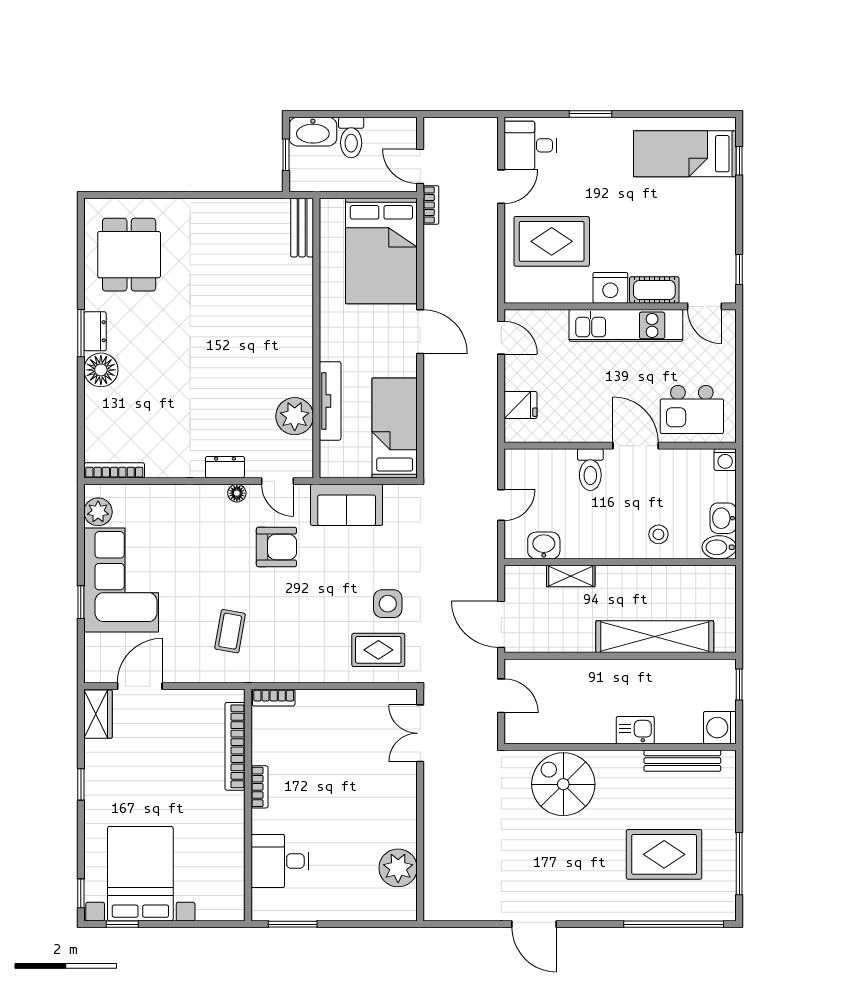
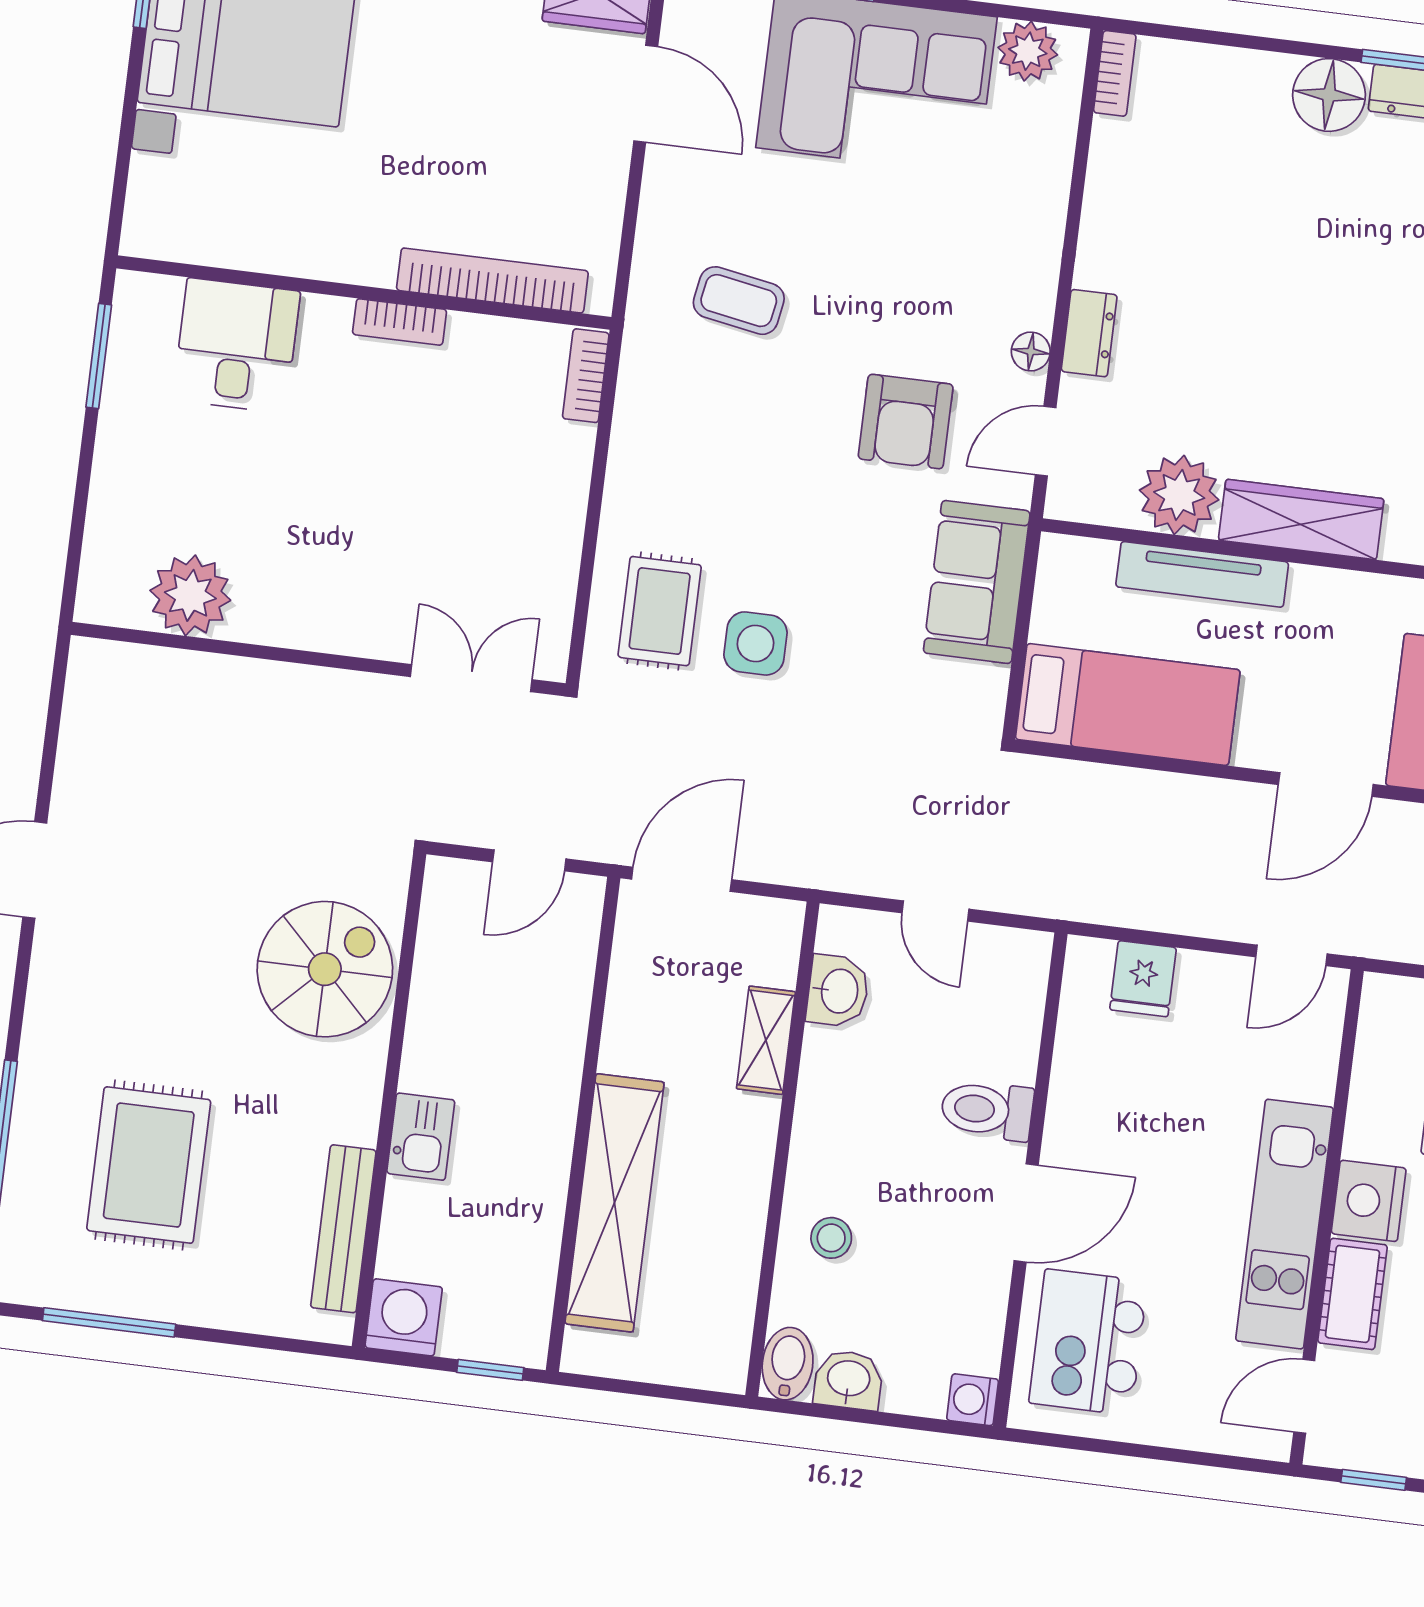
wardrobe: (299, 358) -> (1301, 520), added
bookcase: (114, 470) -> (1115, 73), width x0.64

